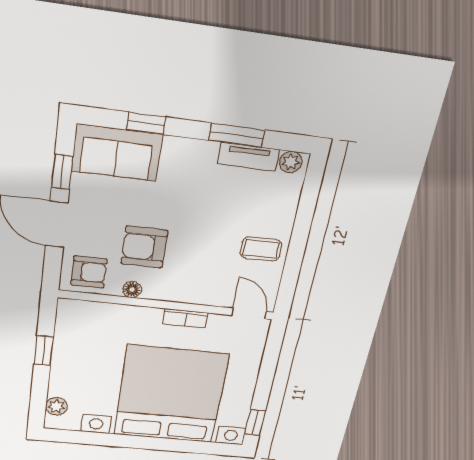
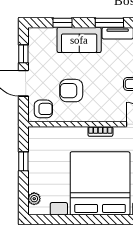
sofa: (117, 153) -> (79, 40), moved
floor lamp: (132, 290) -> (68, 117), removed

